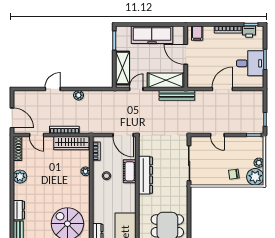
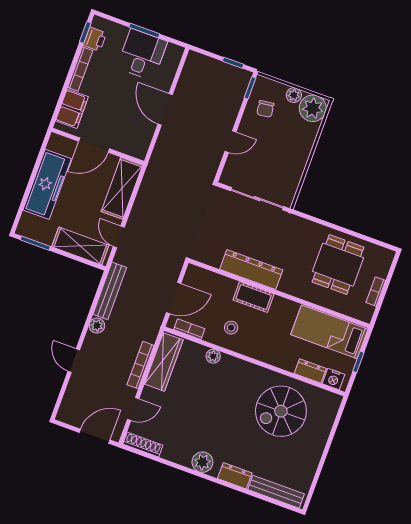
filing cabinet: (197, 33) -> (72, 109), width x2.00
bench: (177, 95) -> (110, 291), moved
door: (123, 135) -> (174, 298), moved
cot: (130, 171) -> (254, 297), moved
chair: (234, 174) -> (265, 109), moved
plant: (20, 177) -> (202, 462), moved

